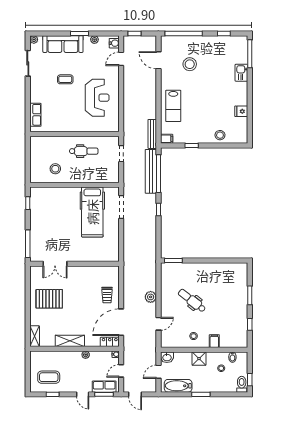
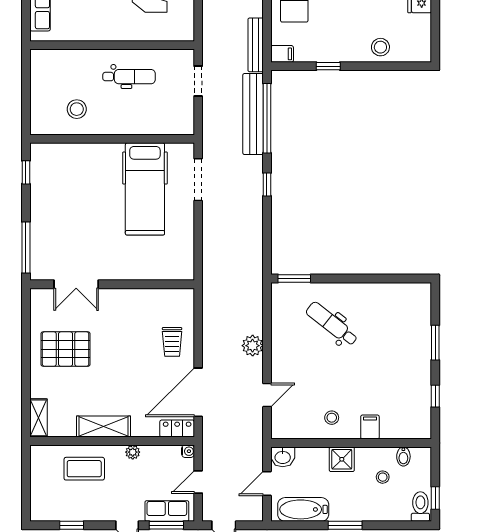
dental chair: (192, 301) -> (332, 324), moved
coffee table: (49, 377) -> (84, 469), moved

